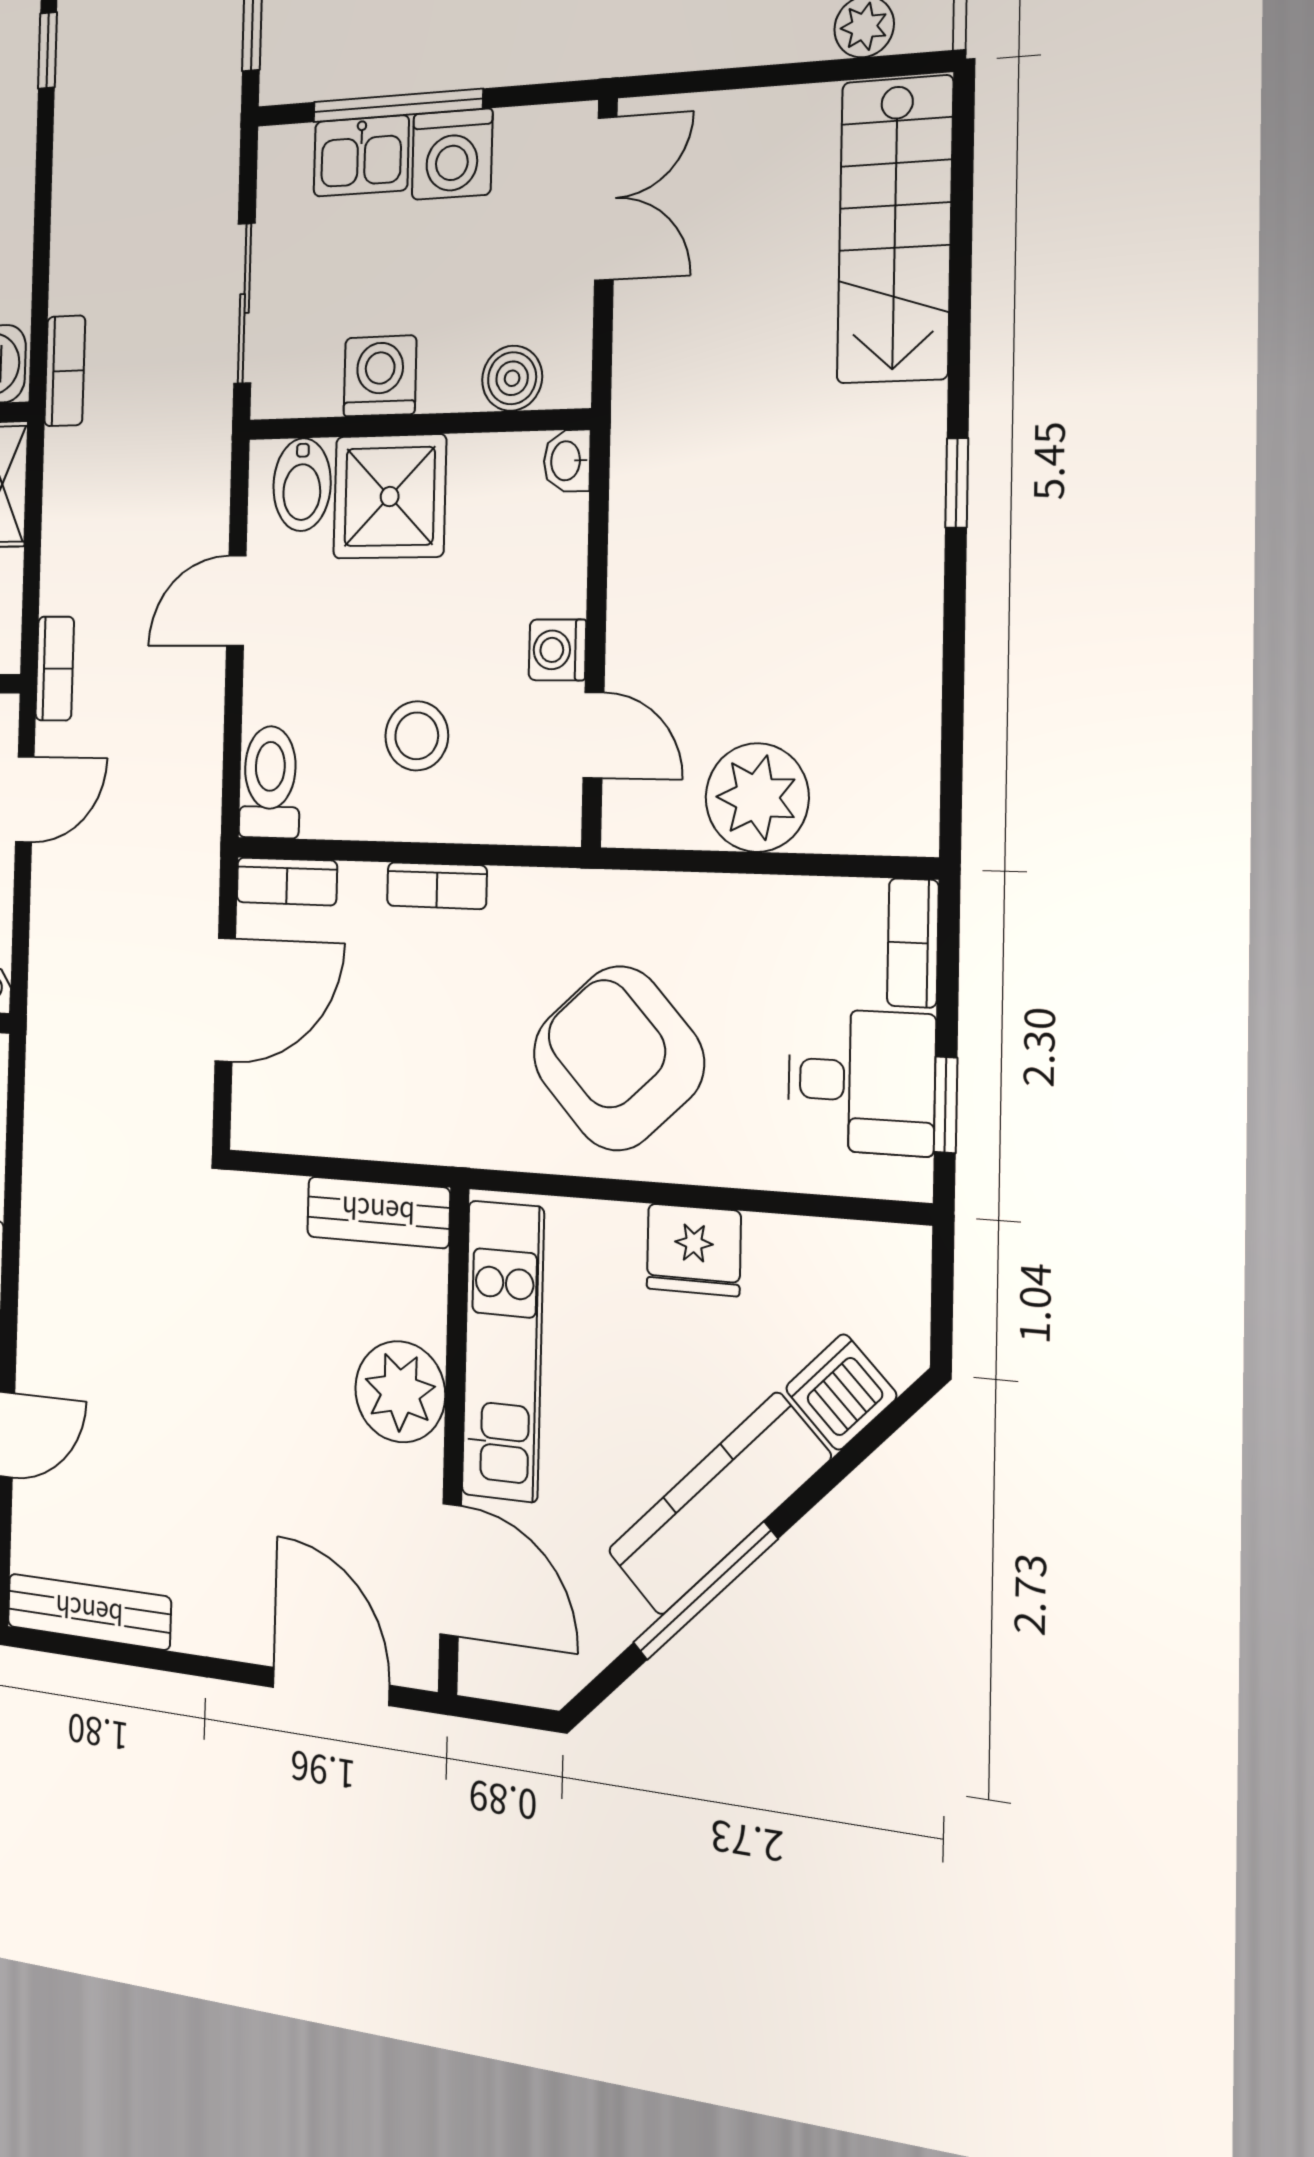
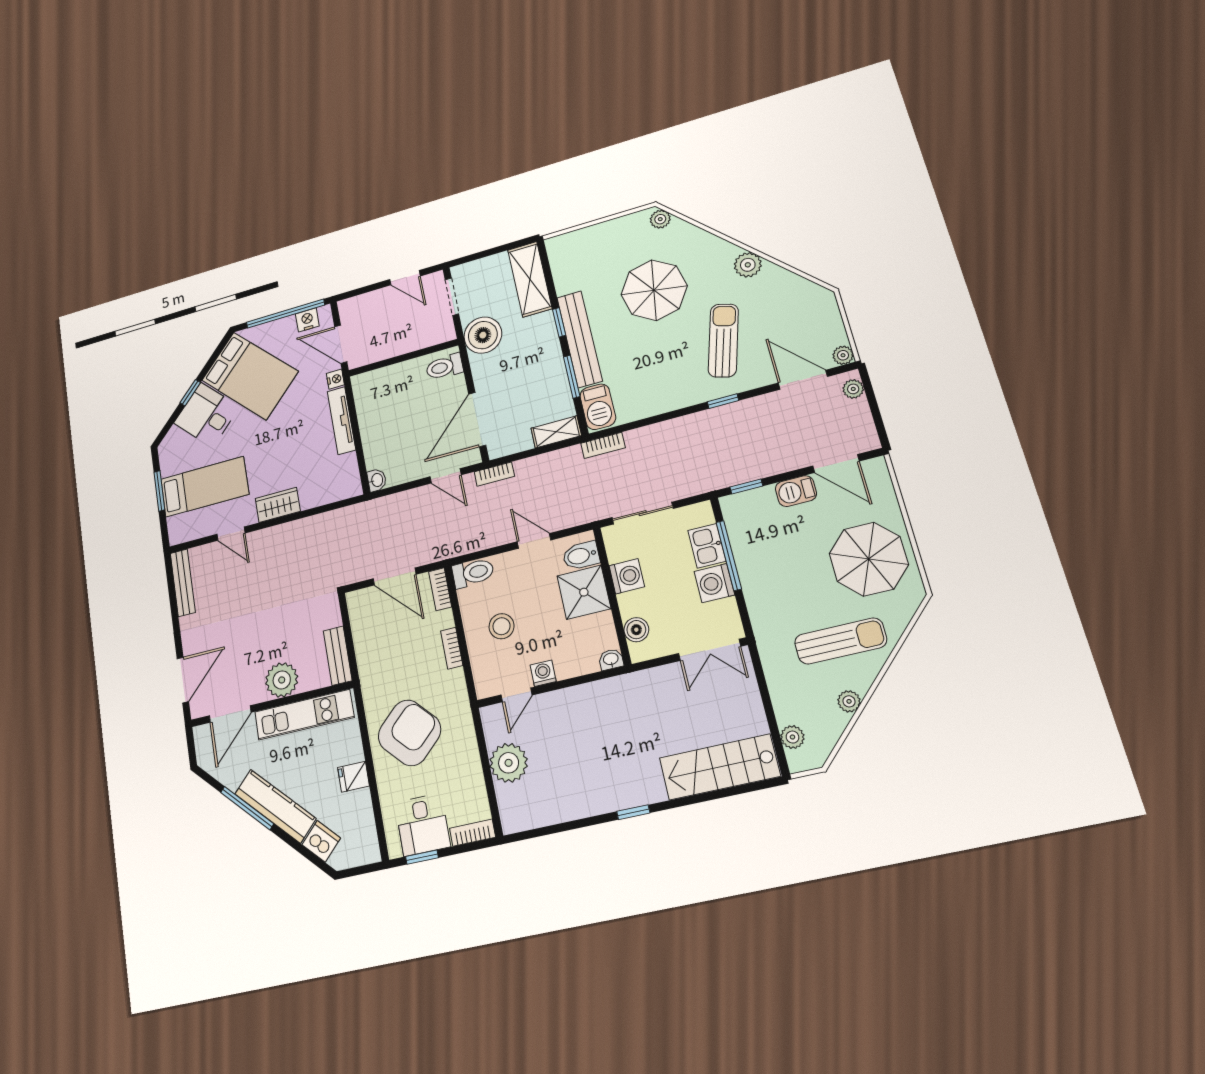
fridge: (694, 1250) -> (353, 777), width x0.72

